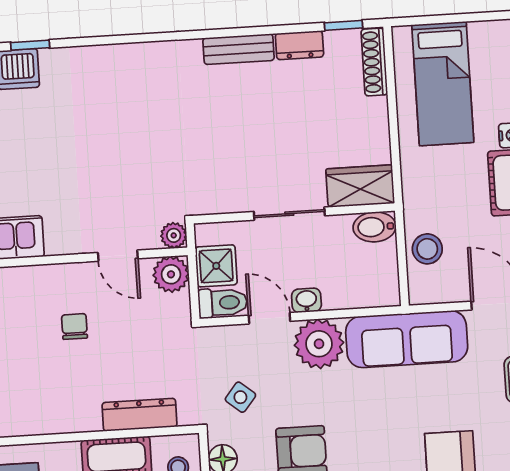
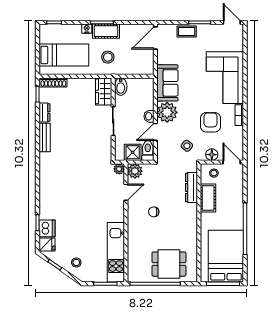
stool: (427, 249) -> (108, 57), moved
sofa: (407, 339) -> (167, 83), width x0.73

